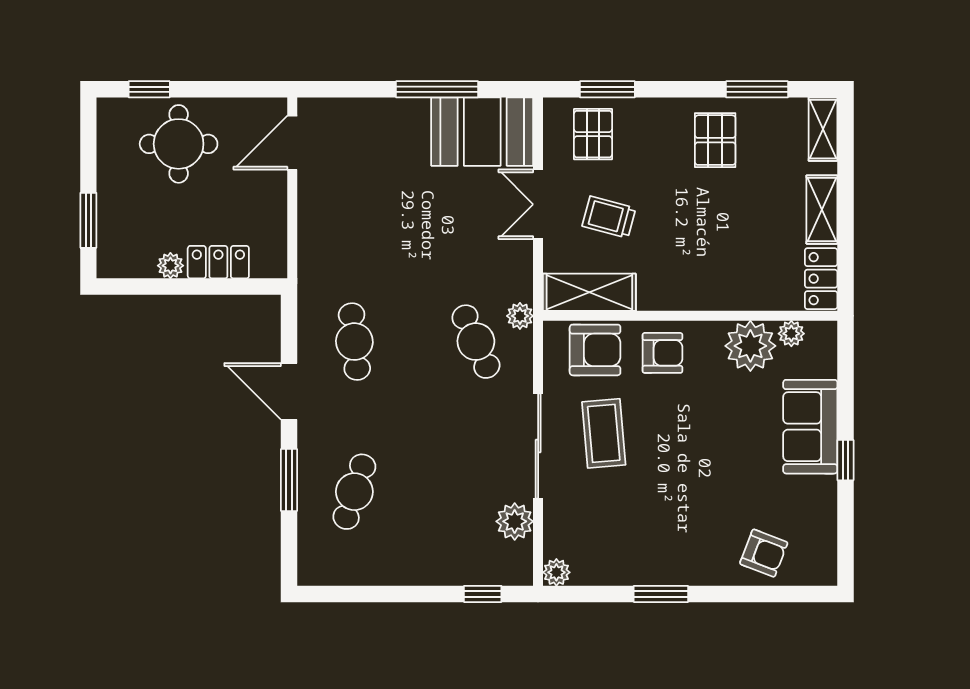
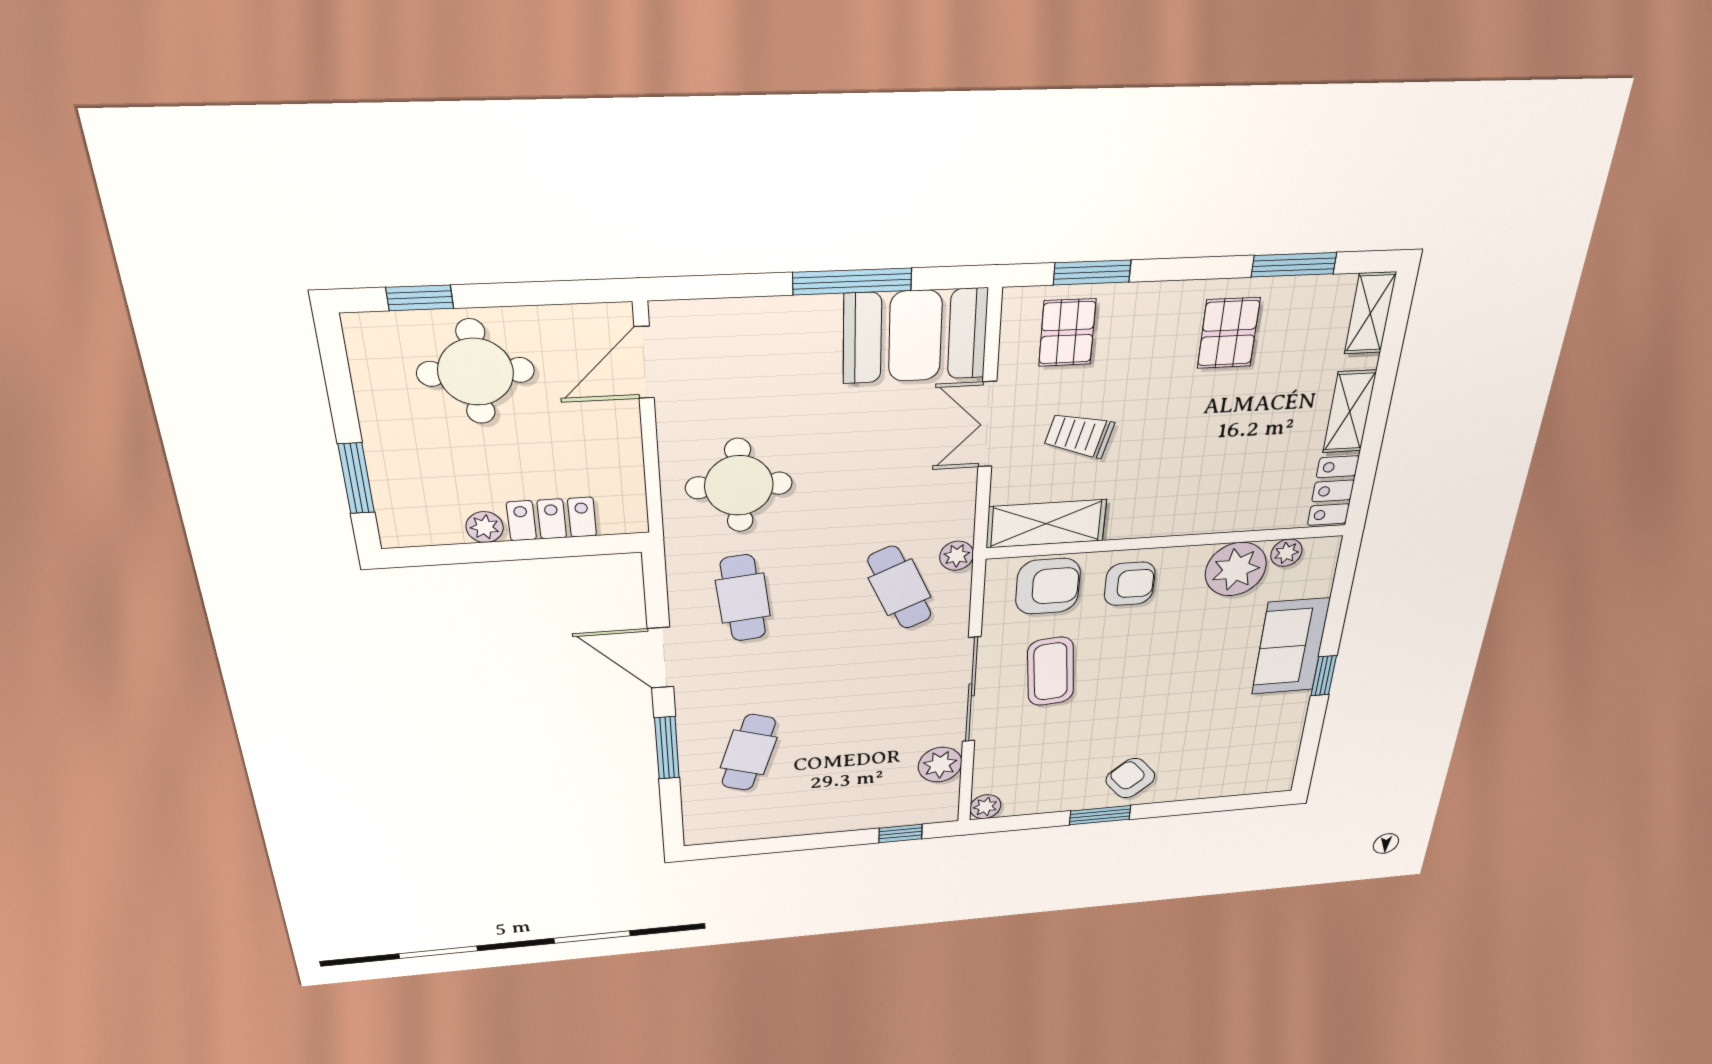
round table: (354, 243) -> (739, 485), added
armchair: (764, 553) -> (1130, 778), moved, turned -151

